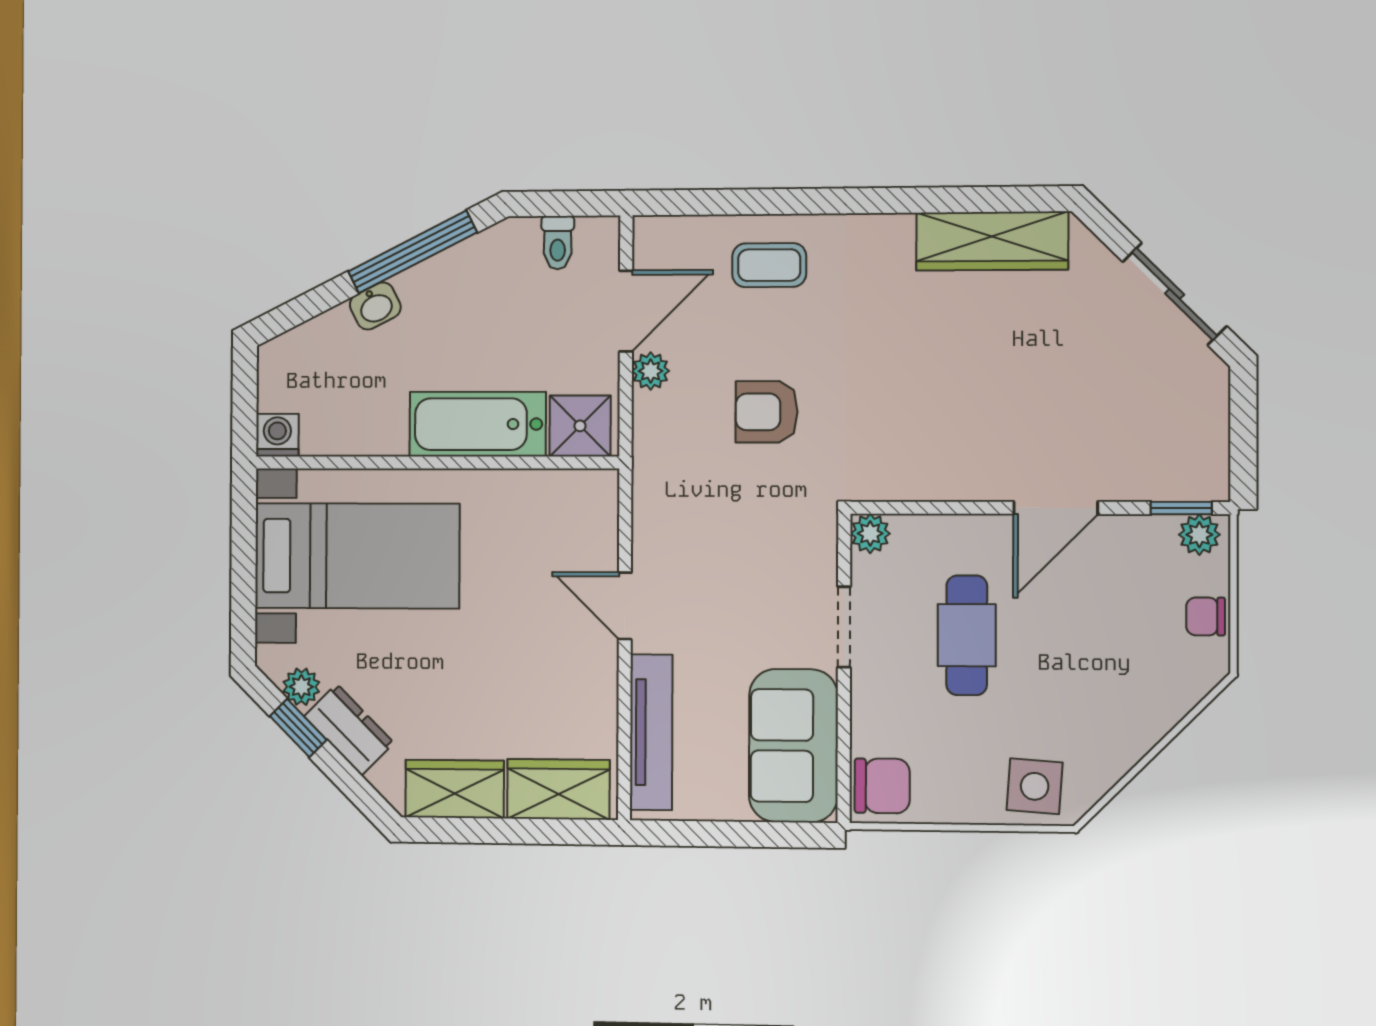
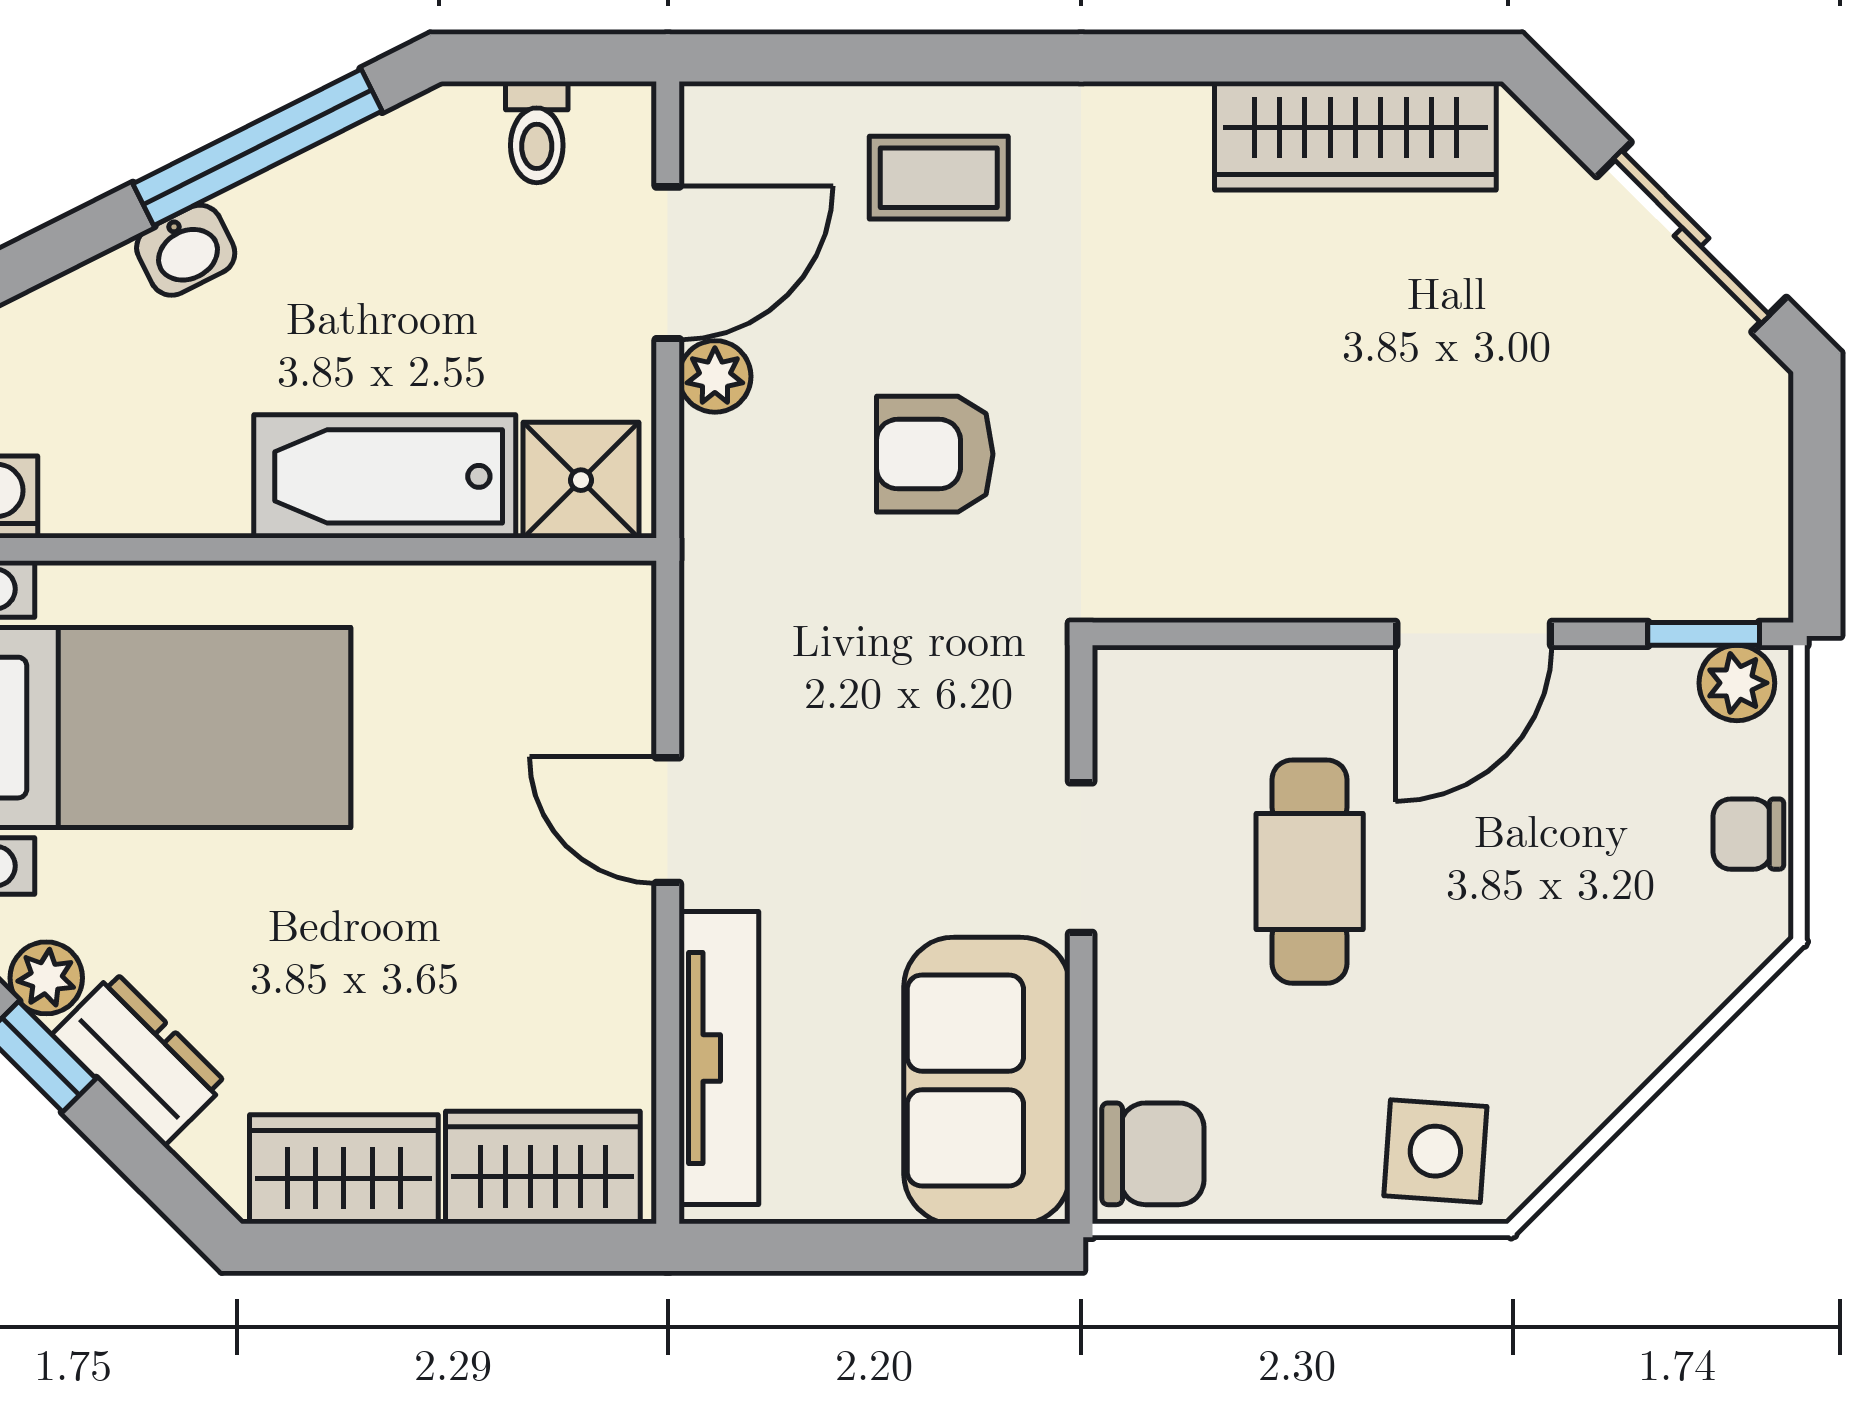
plant: (870, 533) -> (1130, 682), removed

